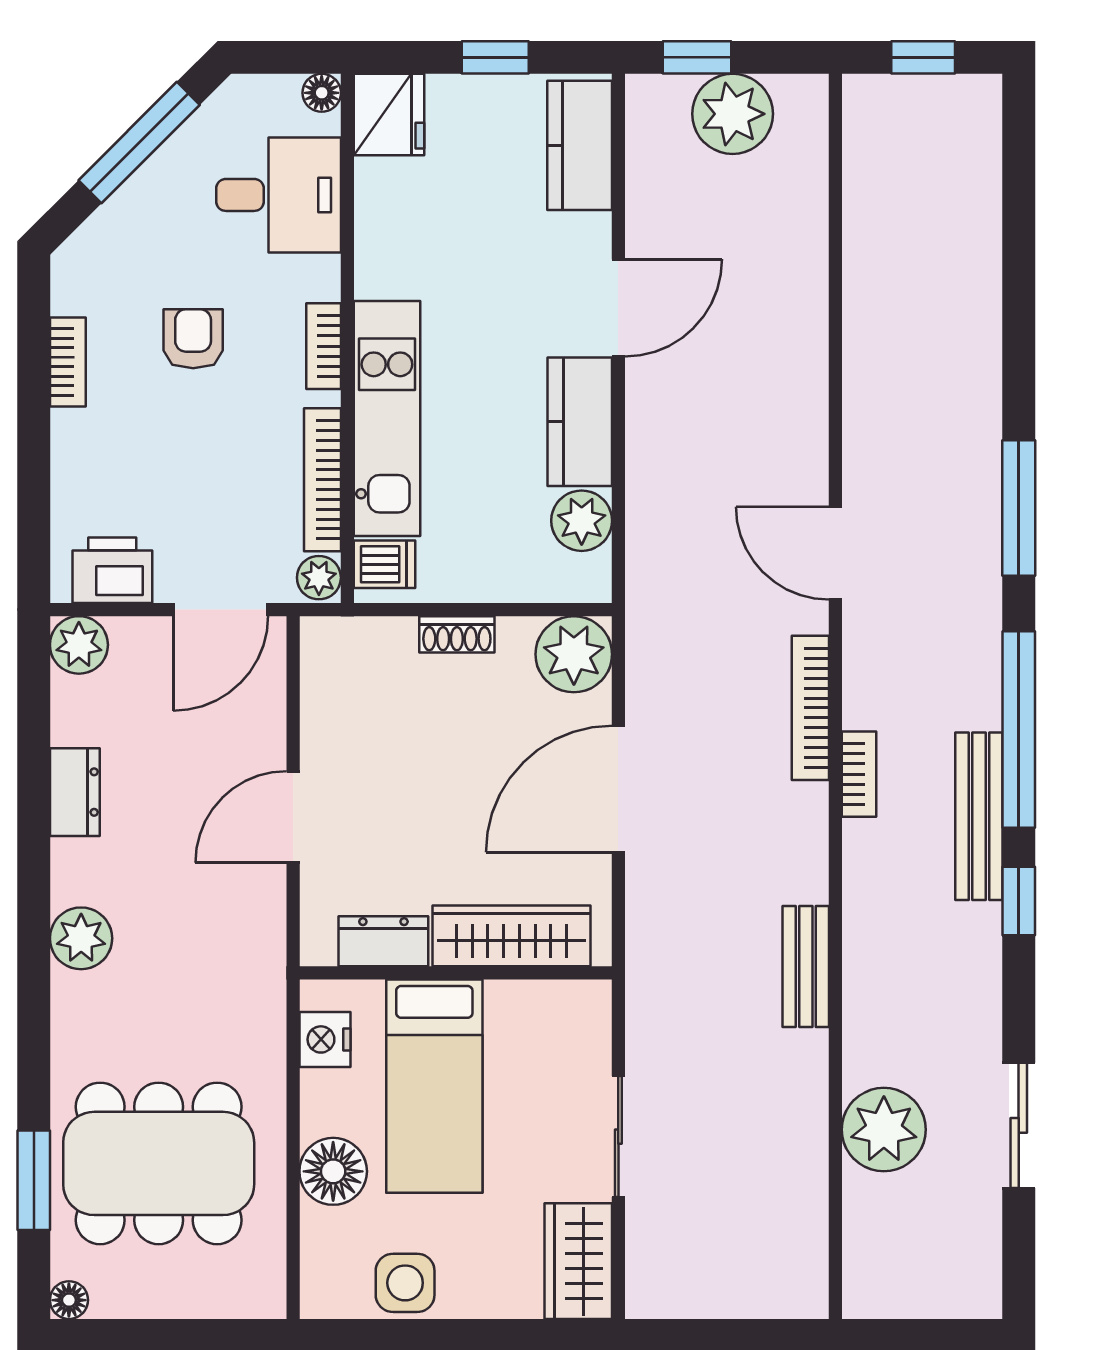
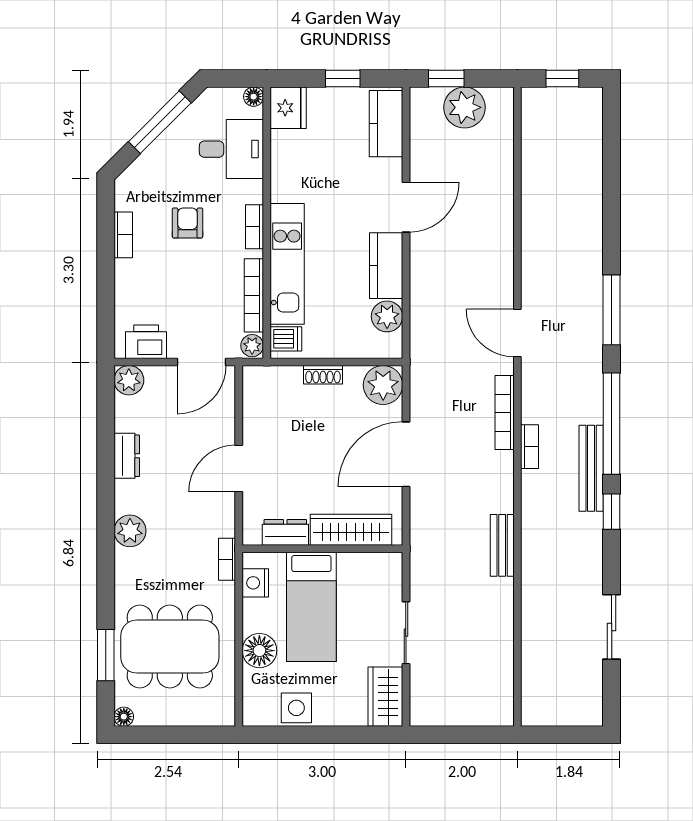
bookcase: (270, 994) -> (227, 559), added
plant: (884, 1130) -> (542, 629), removed

